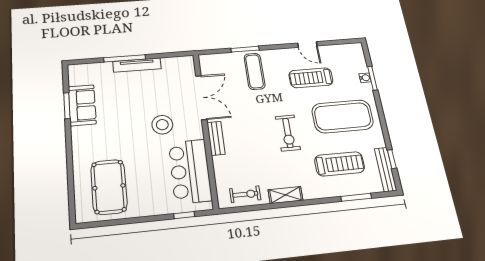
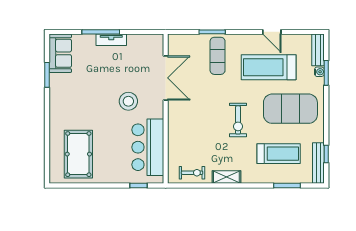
tv unit: (137, 65) -> (111, 40), width x0.71
treadmill: (311, 78) -> (269, 67), width x1.37, depth x1.38
sofa: (82, 105) -> (60, 53), moved
bench: (216, 138) -> (318, 50), moved

